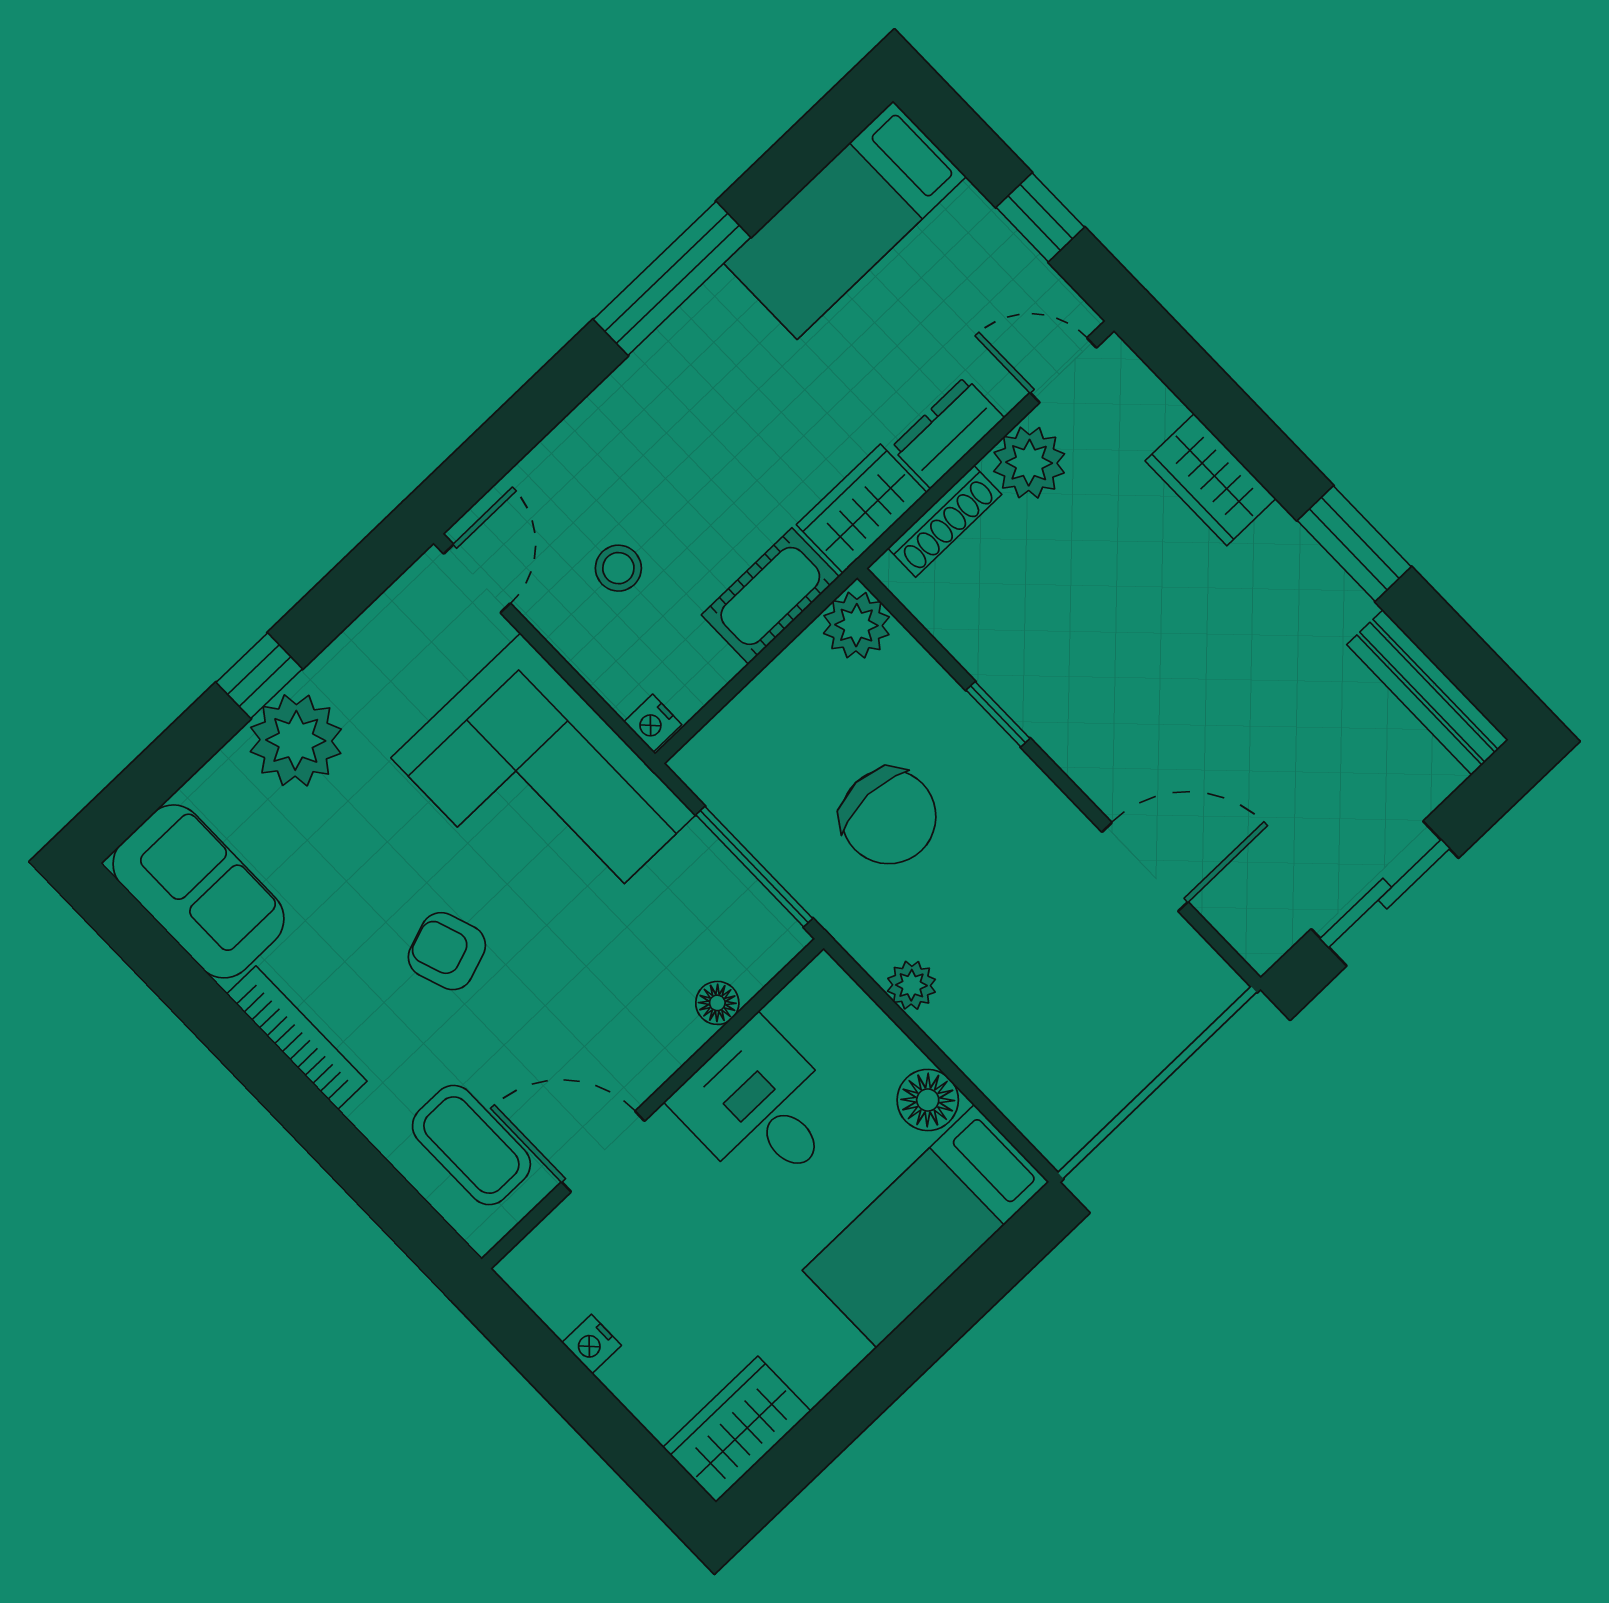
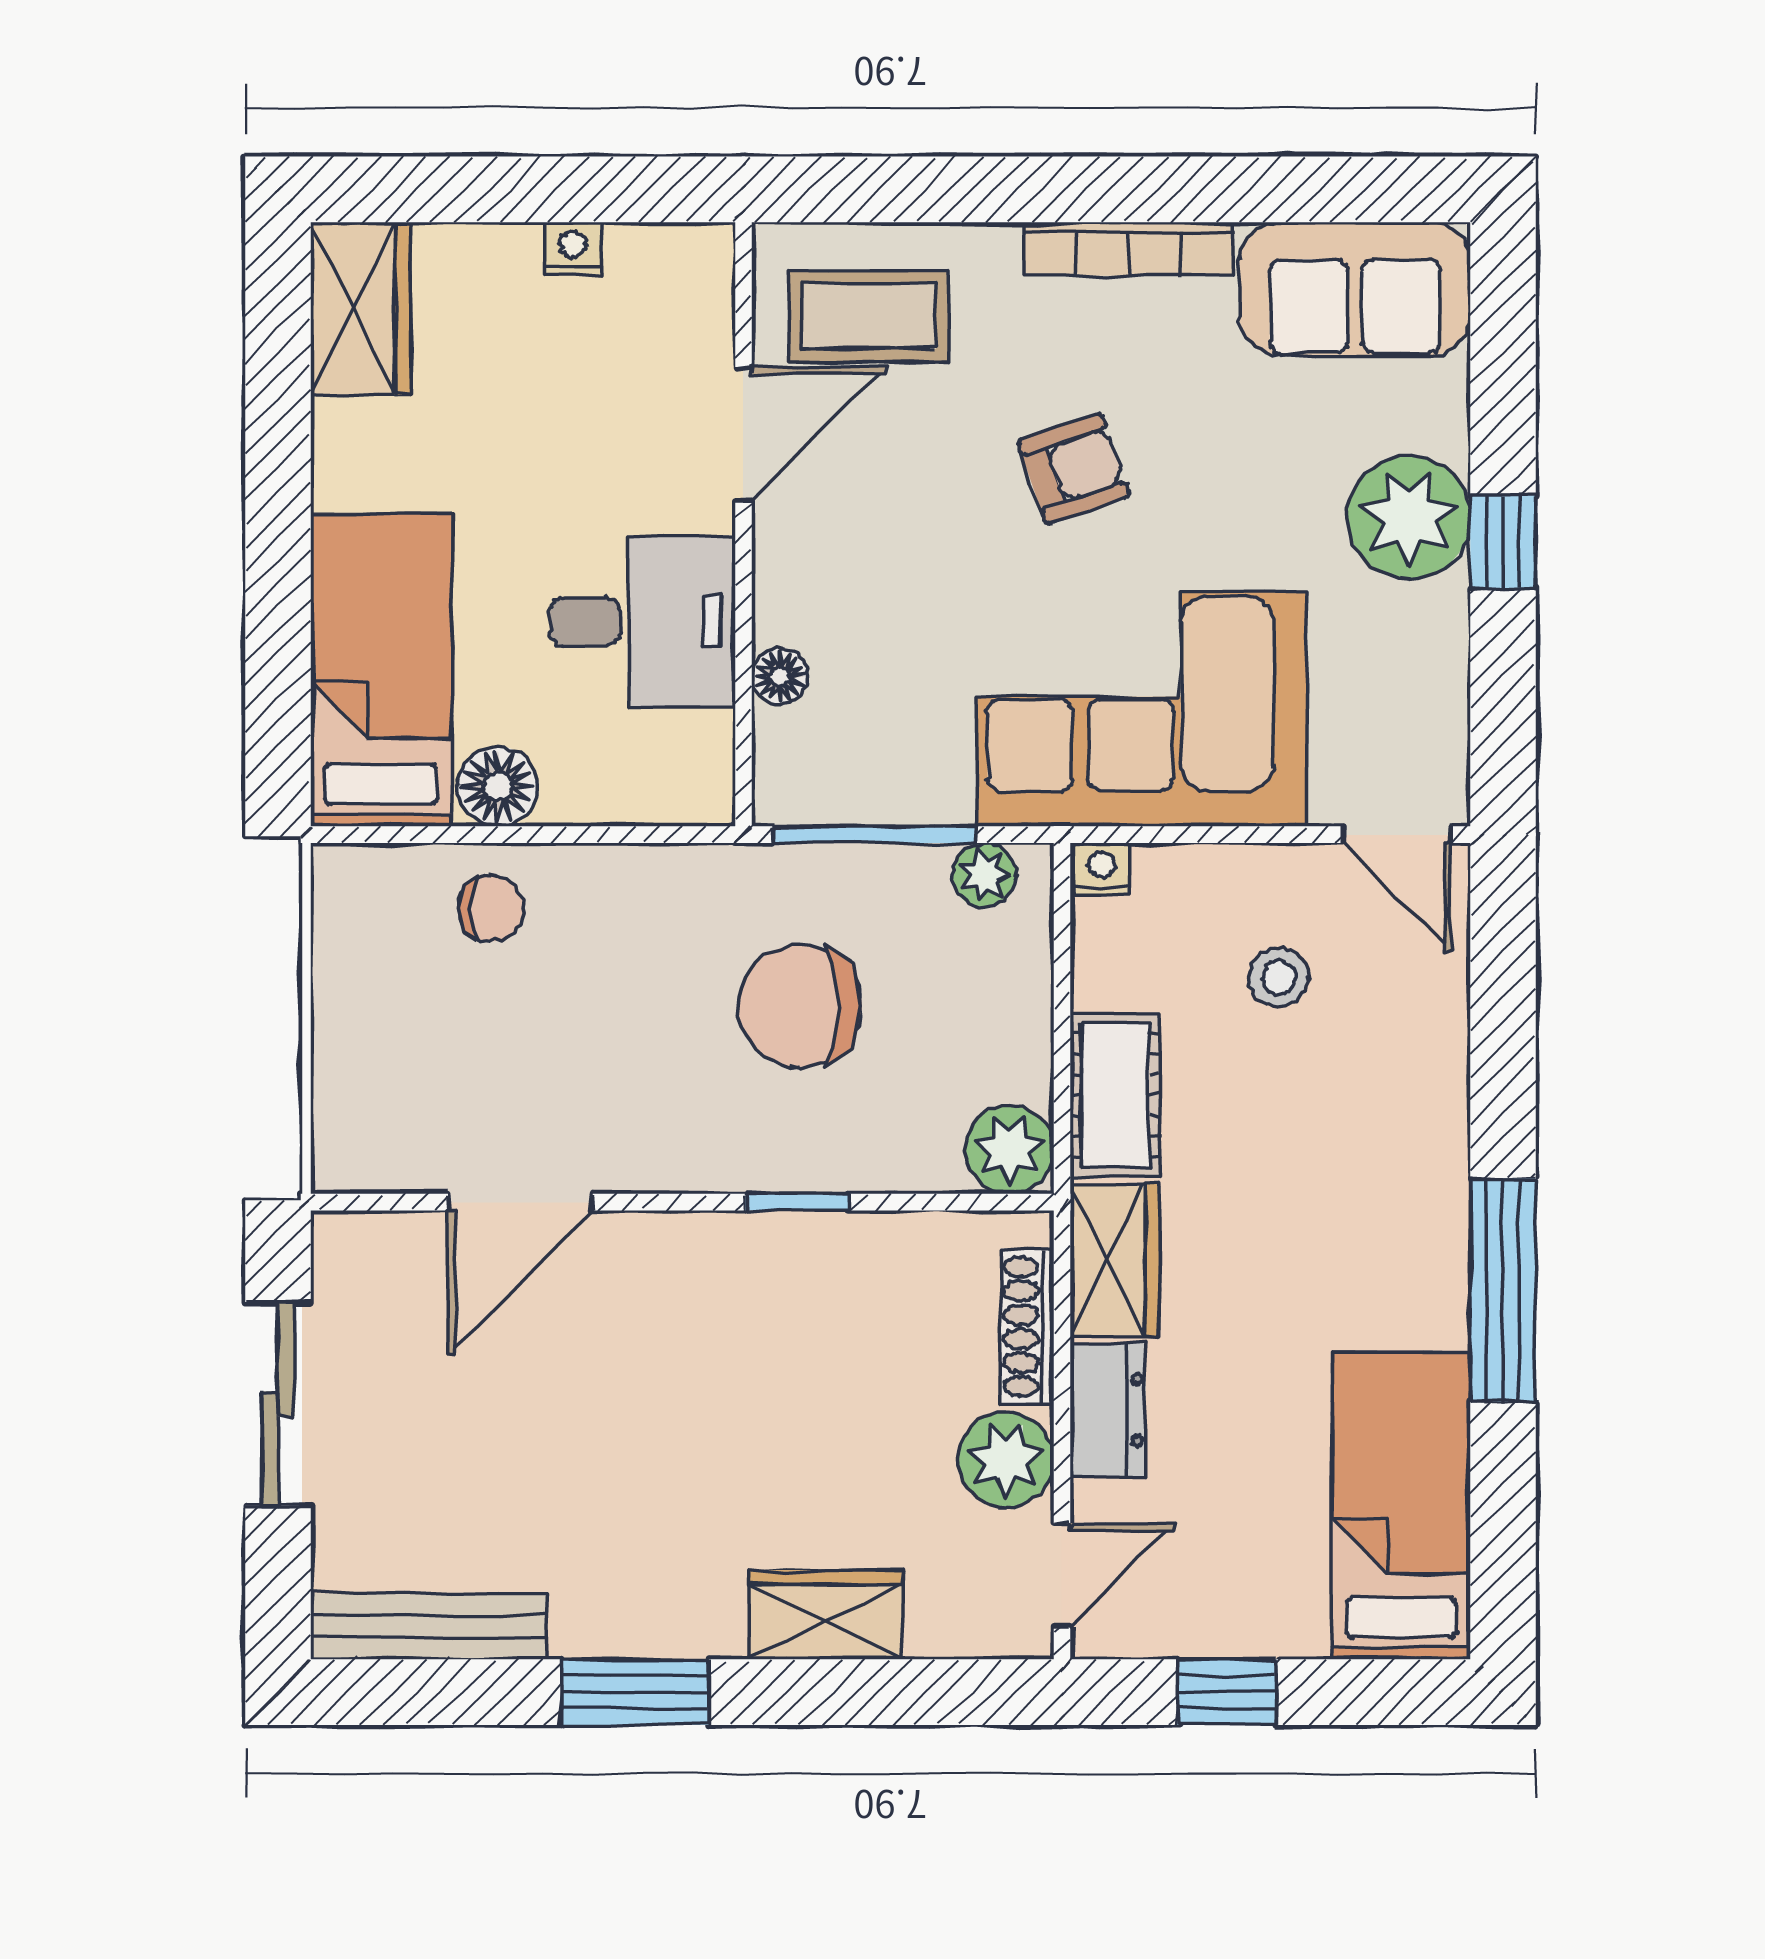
plant: (911, 985) -> (984, 875), moved
chair: (999, 1039) -> (491, 909), added

